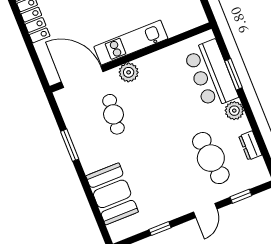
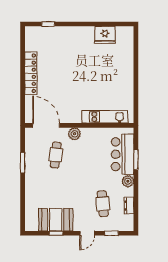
kitchen unit: (131, 43) -> (105, 117), moved
cafe table: (211, 158) -> (103, 204), width x0.73, depth x0.74
booth: (112, 194) -> (56, 220), moved, turned 90

